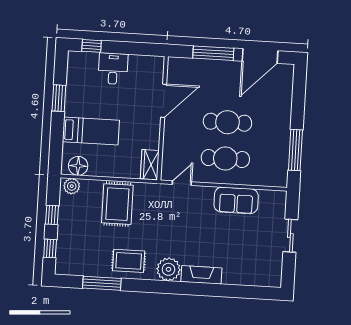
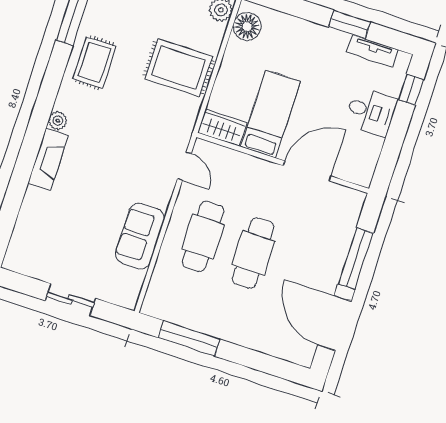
tv unit: (73, 78) -> (372, 51), added
door: (164, 101) -> (307, 171), swing flipped
bed: (91, 131) -> (270, 114), moved, turned 180
plant: (169, 269) -> (58, 121), width x0.53, depth x0.53

